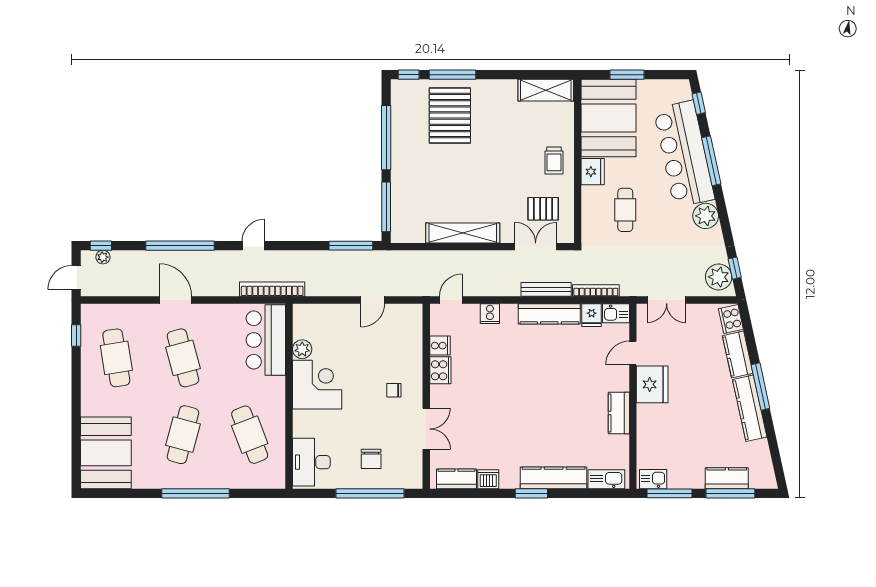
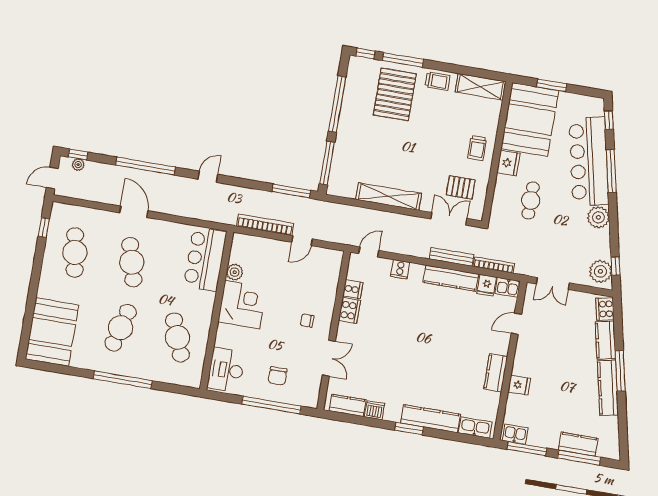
trolley: (496, 92) -> (437, 81), added
bookcase: (272, 289) -> (265, 225), moved
fridge: (652, 384) -> (519, 385), moved, width x0.53, depth x0.75

